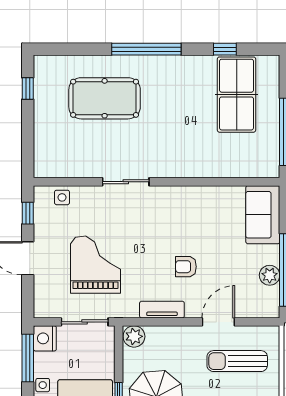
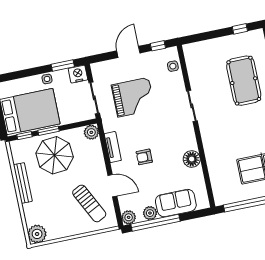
floor lamp: (203, 198) -> (192, 159), added
sofa: (263, 215) -> (176, 203), moved
armchair: (186, 267) -> (144, 157), turned -90
plant: (269, 308) -> (129, 217), added
window: (28, 358) -> (63, 65), width x0.69
sun lounger: (237, 361) -> (89, 203), turned 153

